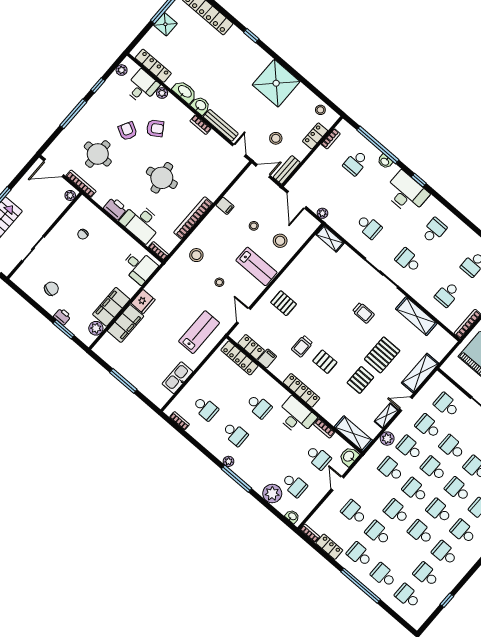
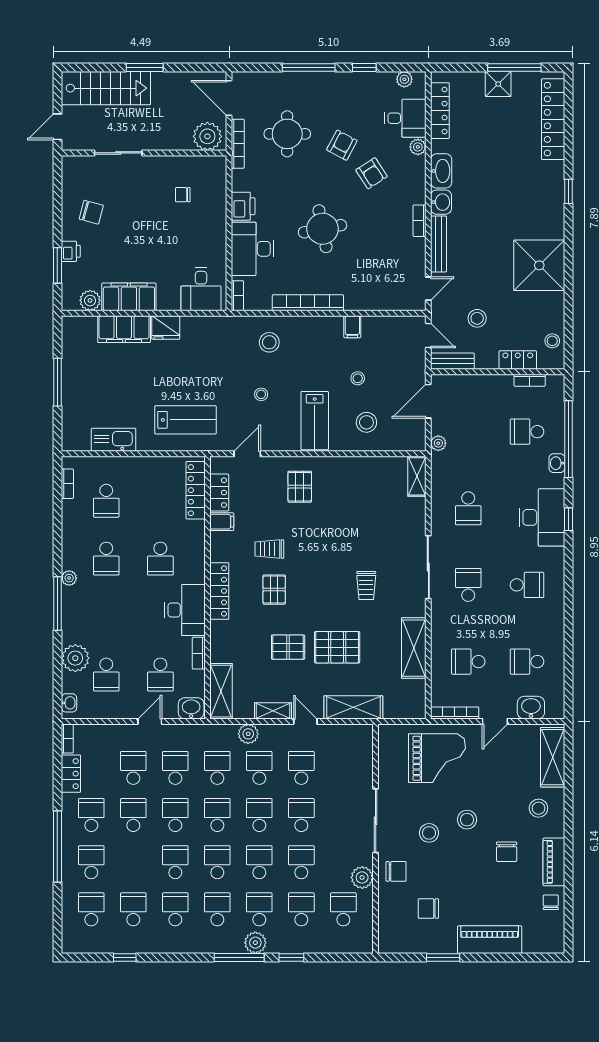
plant: (70, 195) -> (207, 136), width x1.88, depth x1.88
school desk: (447, 405) -> (175, 768), moved

